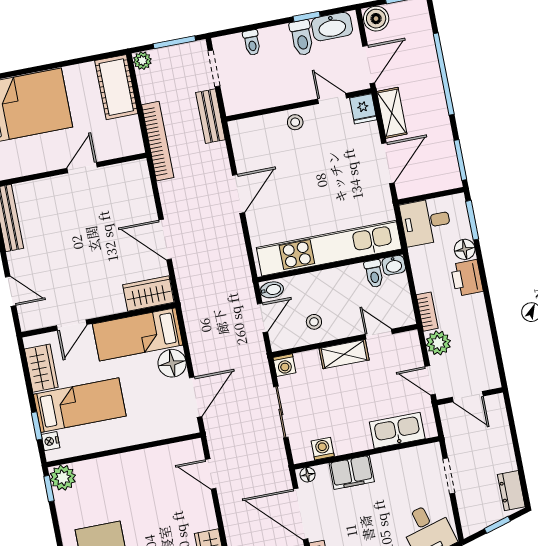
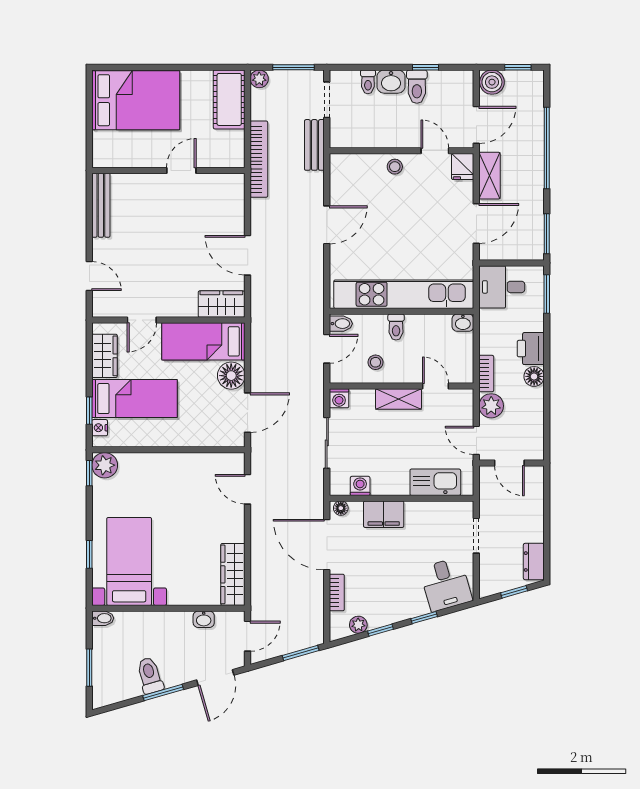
washbasin: (332, 27) -> (391, 82), moved, width x0.72
floor lamp: (465, 249) -> (534, 376), moved
toilet: (374, 274) -> (396, 327), moved

